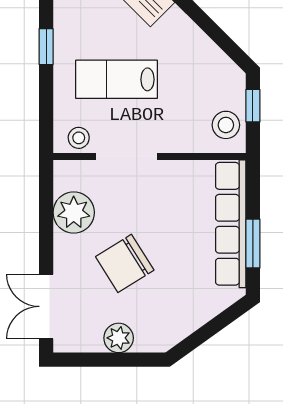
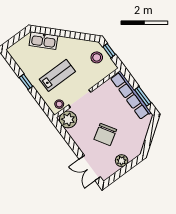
lab bench: (116, 79) -> (57, 75), turned 180
stool: (226, 125) -> (97, 57), moved
plant: (74, 212) -> (68, 119), moved

